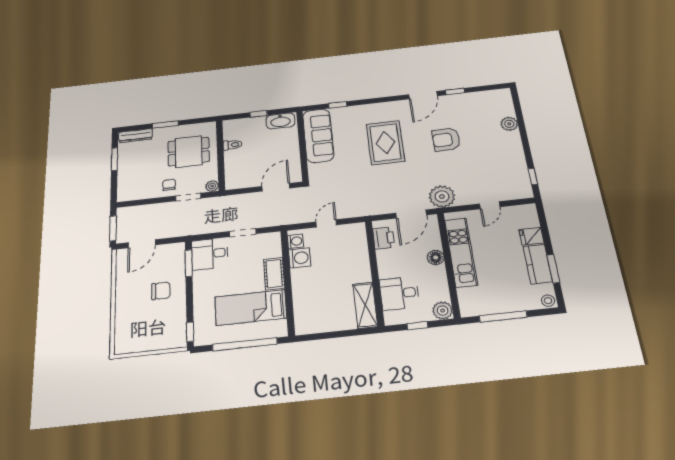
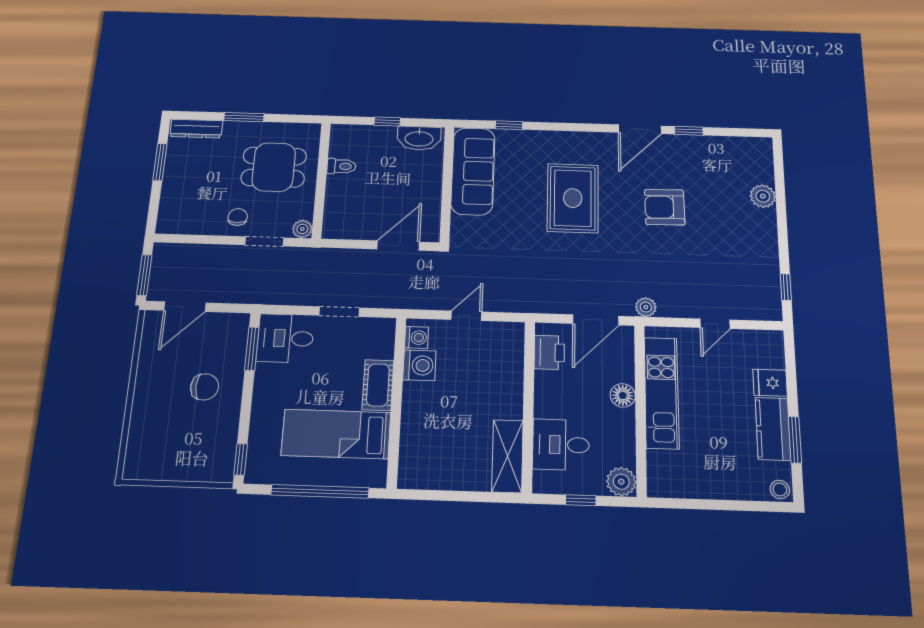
plant: (442, 196) -> (646, 307), width x0.53, depth x0.53
window: (503, 316) -> (710, 505), removed

